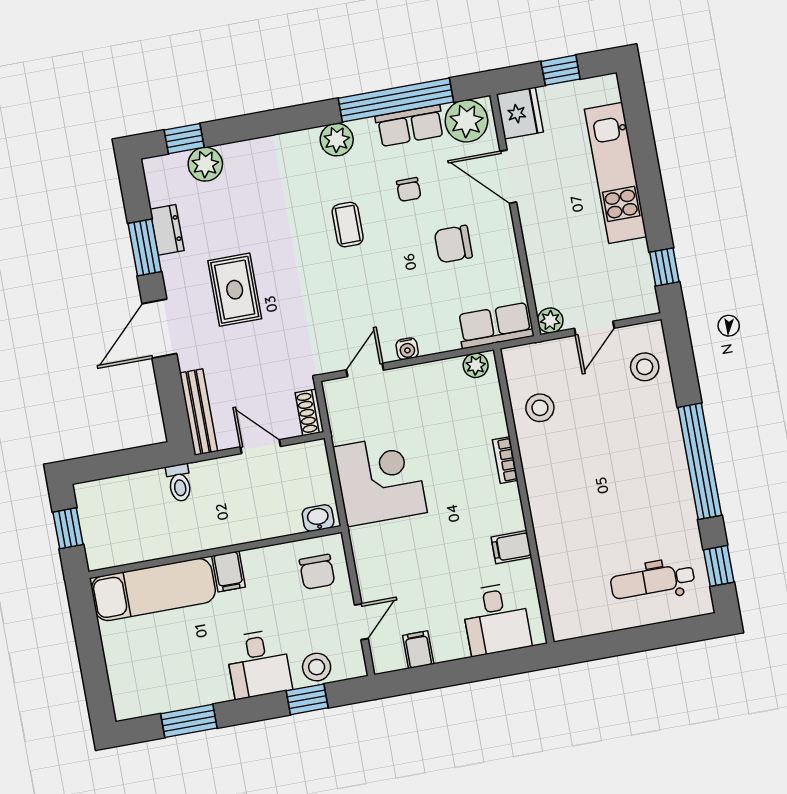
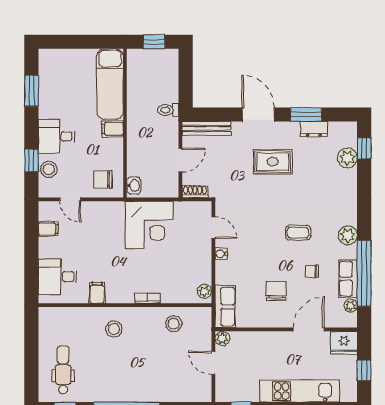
plant: (466, 121) -> (351, 306), width x0.53, depth x0.53
stool: (645, 367) -> (114, 329), moved

